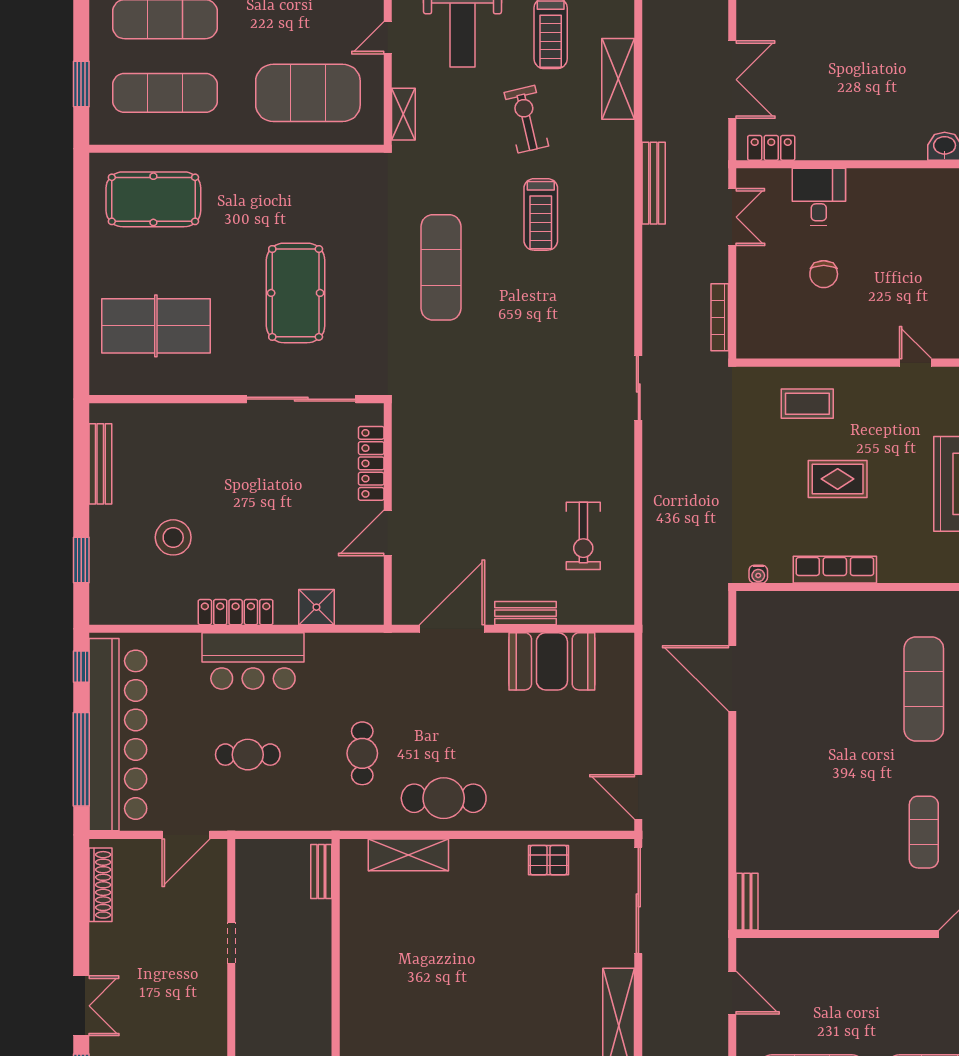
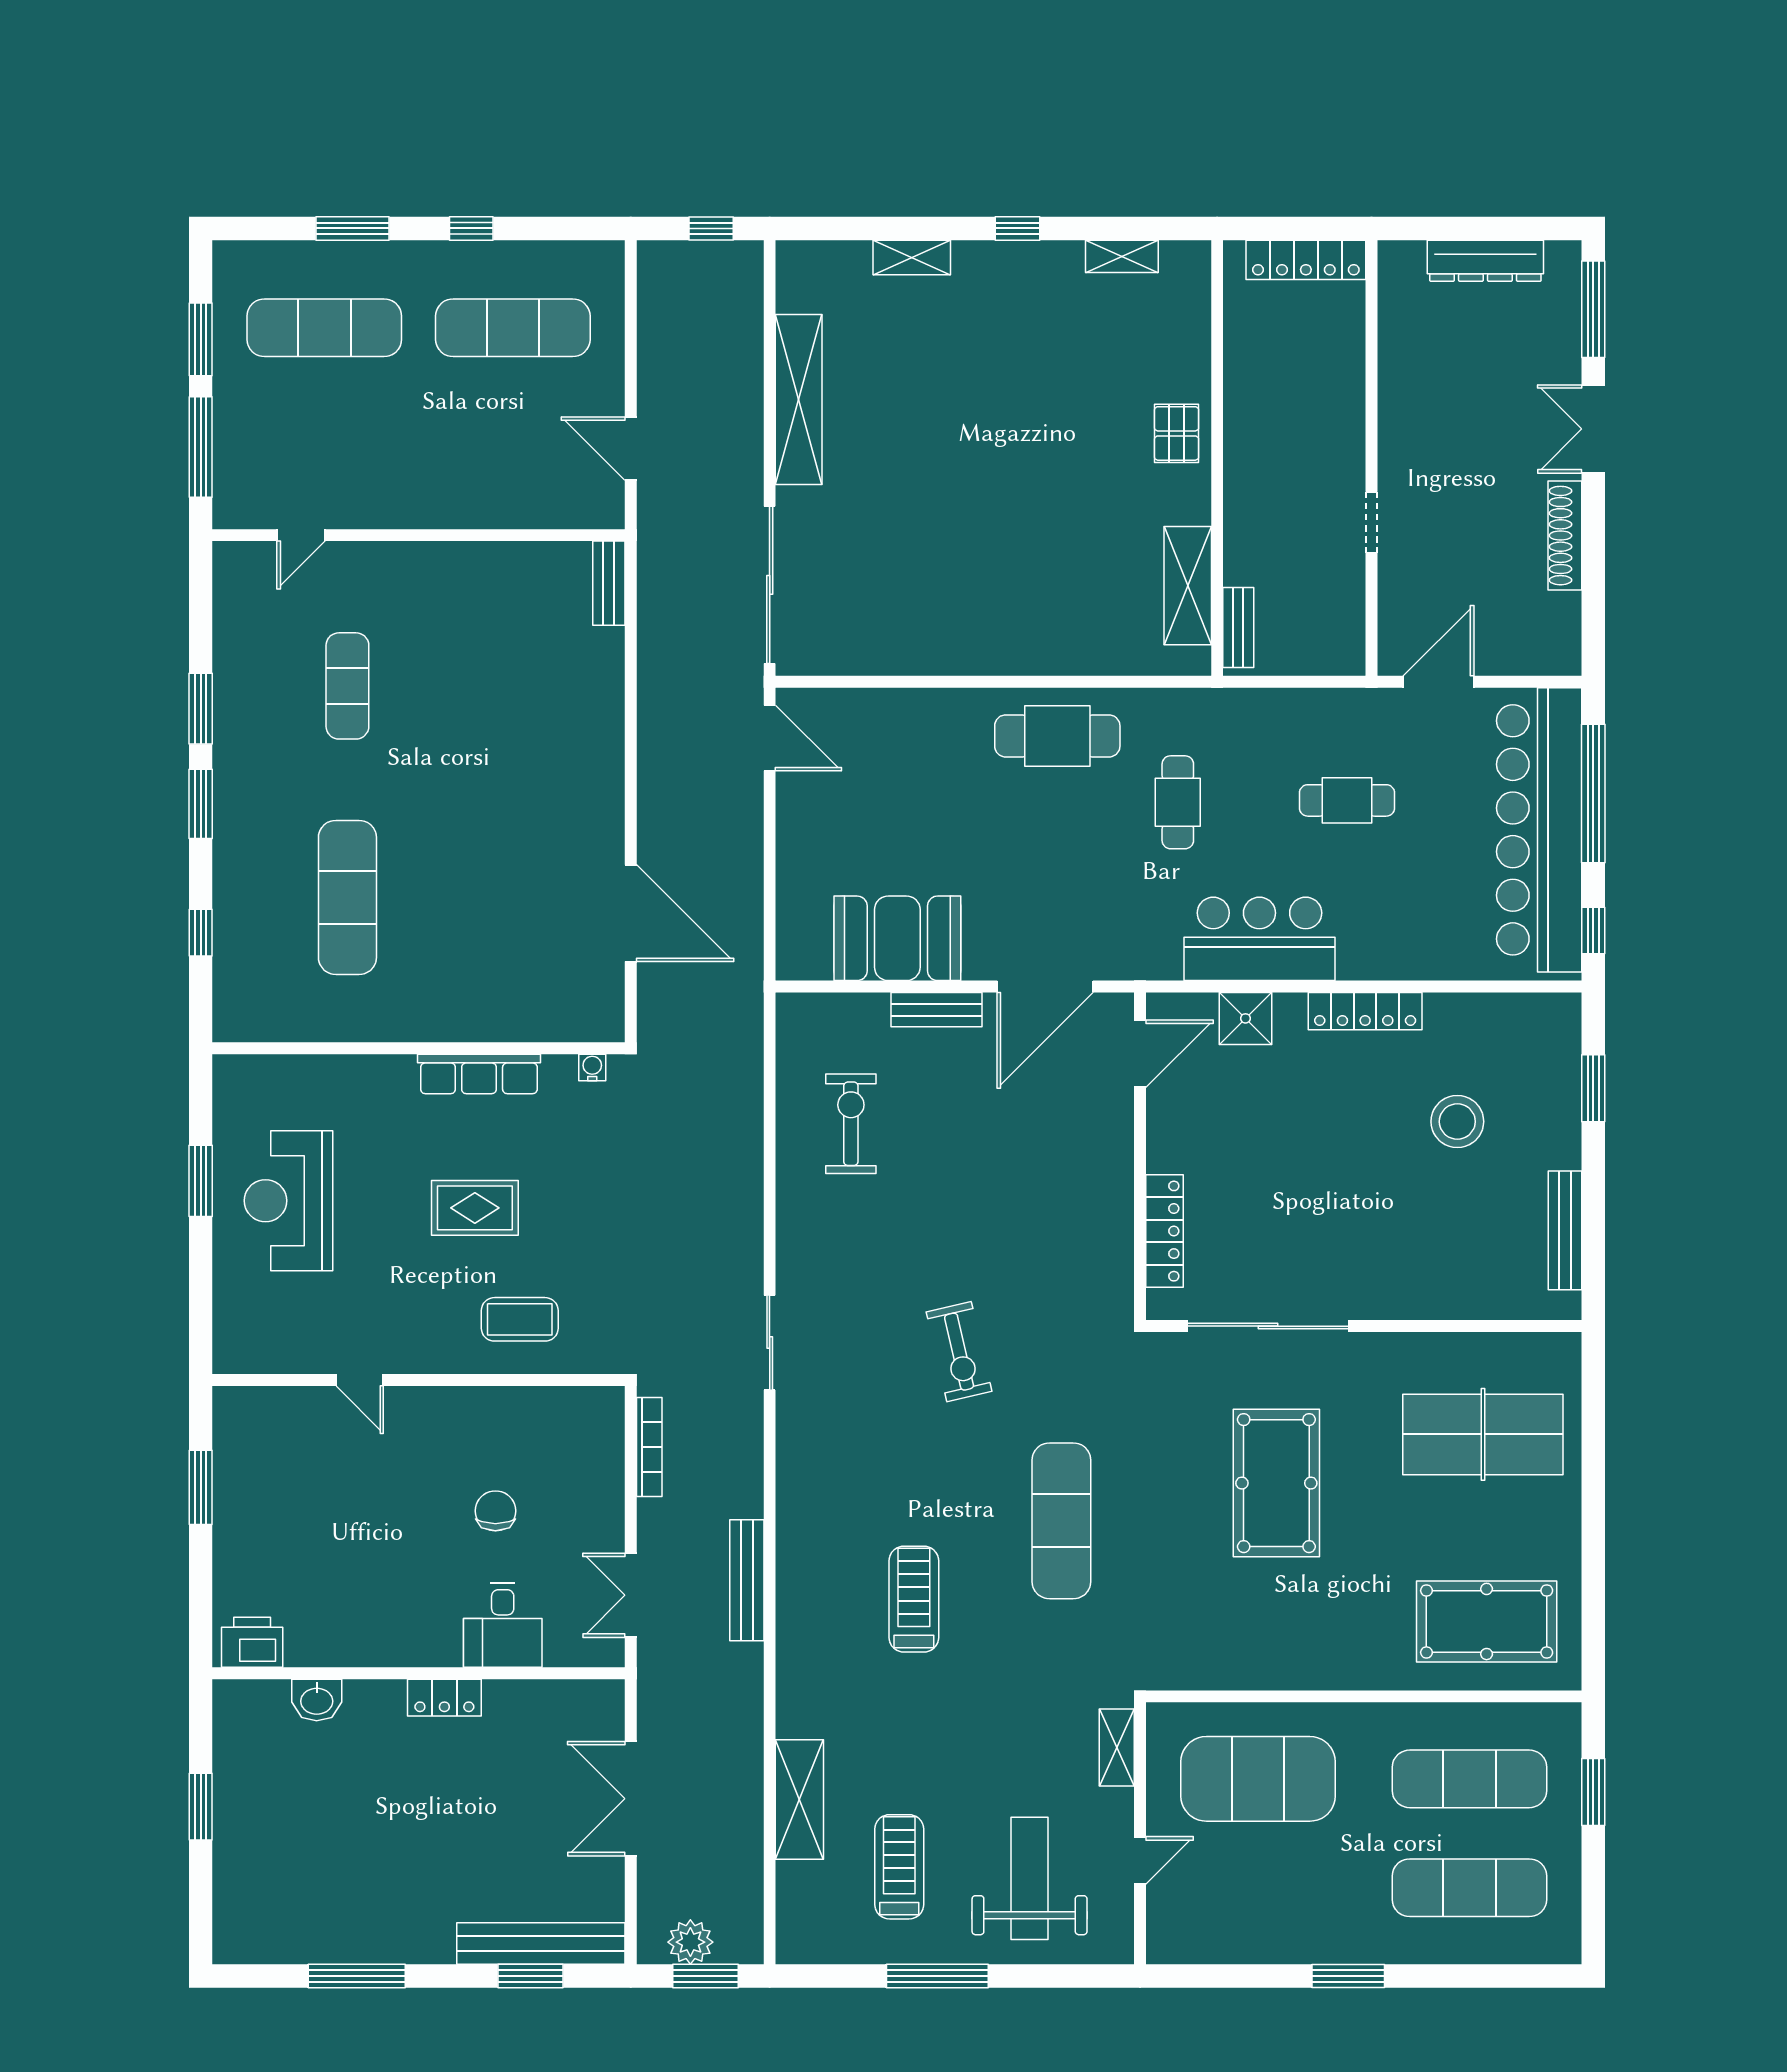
exercise bike: (526, 119) -> (959, 1352), moved
locker: (771, 148) -> (444, 1698), moved
bench: (654, 183) -> (747, 1580), moved
door: (388, 533) -> (1140, 1054), moved
bar counter: (253, 661) -> (1259, 939), moved
shelving: (408, 855) -> (1188, 586), moved, turned 90
pallet: (549, 860) -> (1177, 433), moved, turned 90
shoe rack: (100, 885) -> (1565, 536), moved

